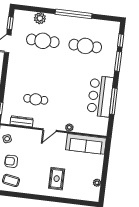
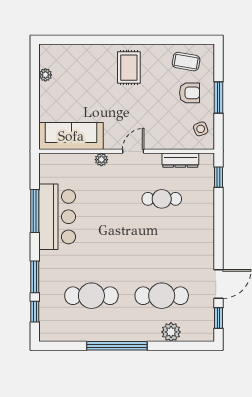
rug: (57, 179) -> (129, 68), moved

